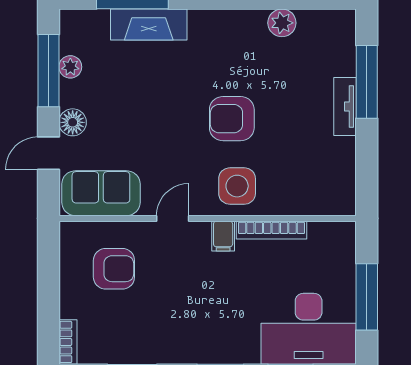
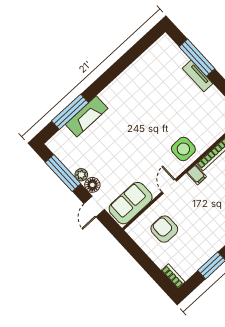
plant: (282, 23) -> (140, 66), removed
plant: (70, 67) -> (81, 175), moved
armchair: (232, 119) -> (156, 123), removed
armchair: (114, 269) -> (164, 229), turned -90

